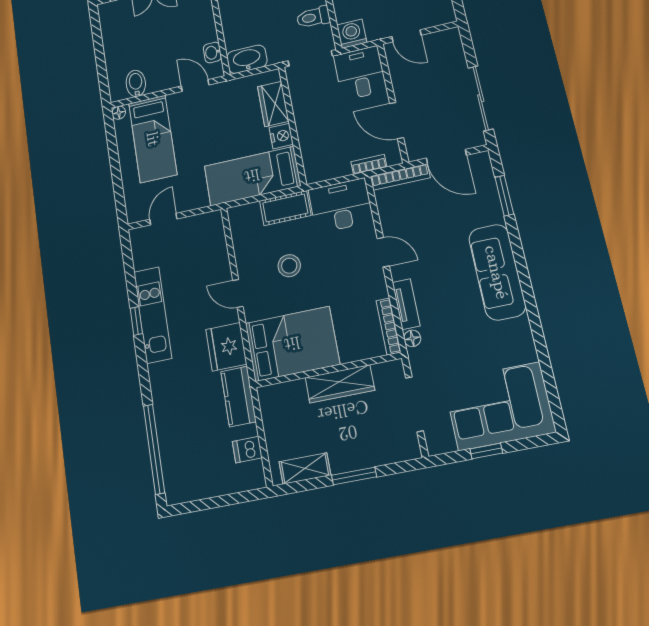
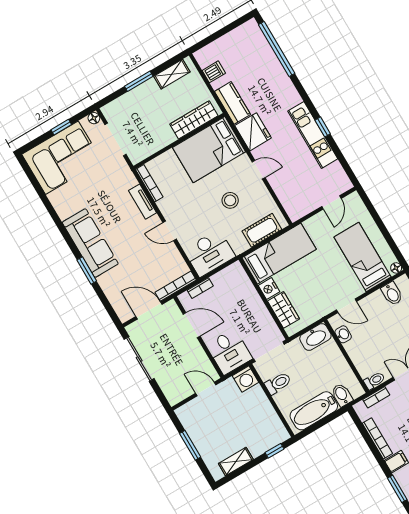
window: (504, 196) -> (87, 271), moved
cot: (285, 208) -> (262, 230), moved
floor lamp: (412, 338) -> (94, 118), moved
wardrobe: (340, 384) -> (194, 120), moved

